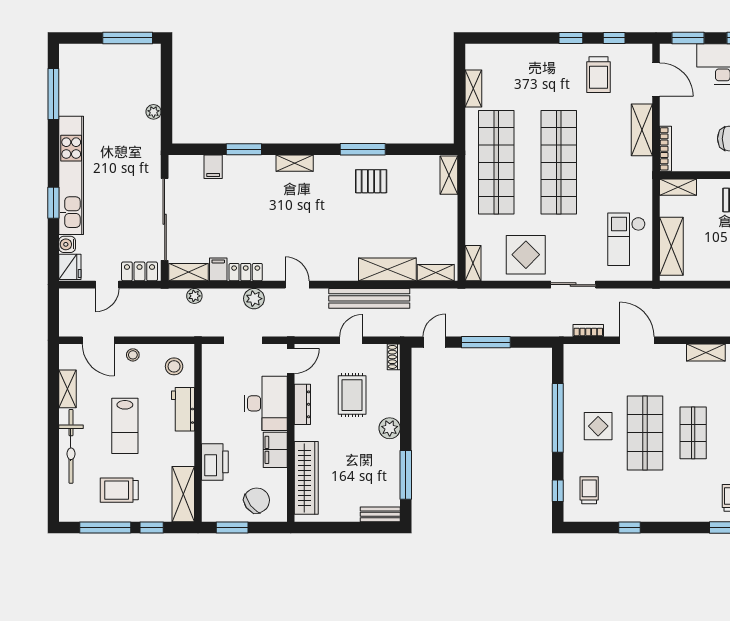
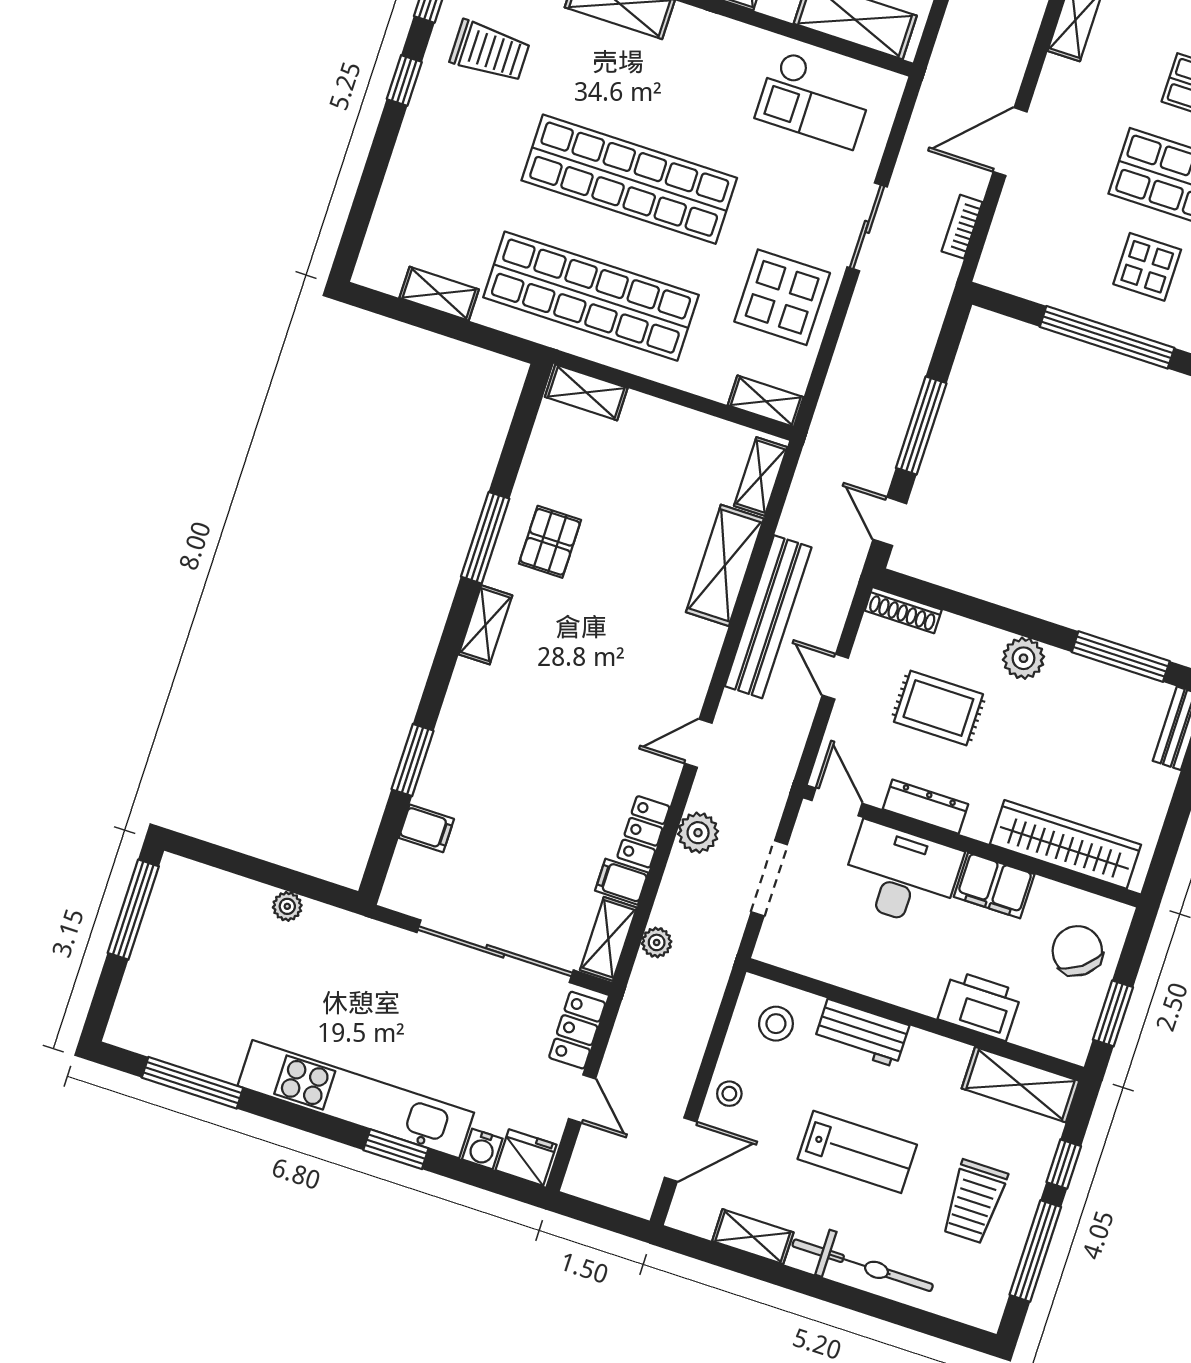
shelving: (295, 163) -> (485, 625), moved
shoe rack: (394, 357) -> (903, 610), width x1.43

